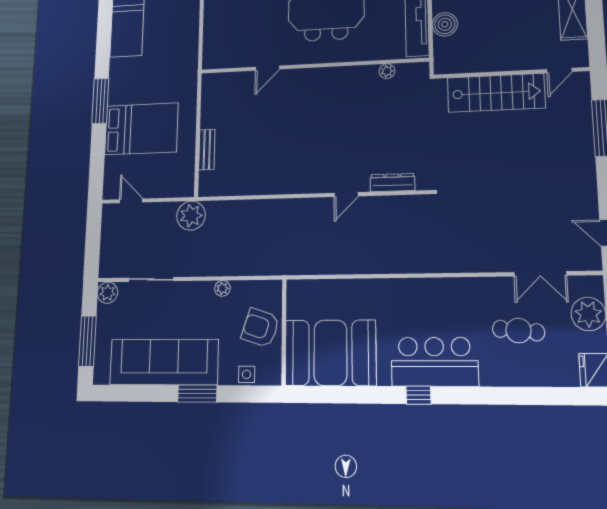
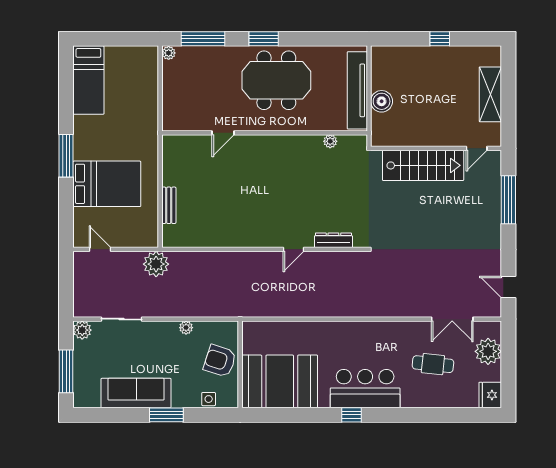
sofa: (164, 362) -> (136, 393), width x0.74, depth x0.79

